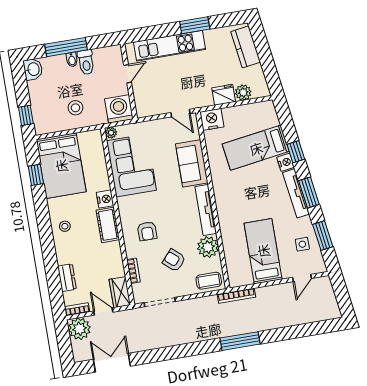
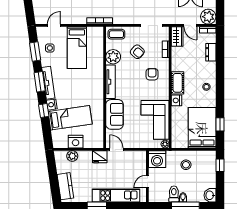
fridge: (224, 95) -> (100, 157), moved
nightstand: (212, 119) -> (76, 142), moved

